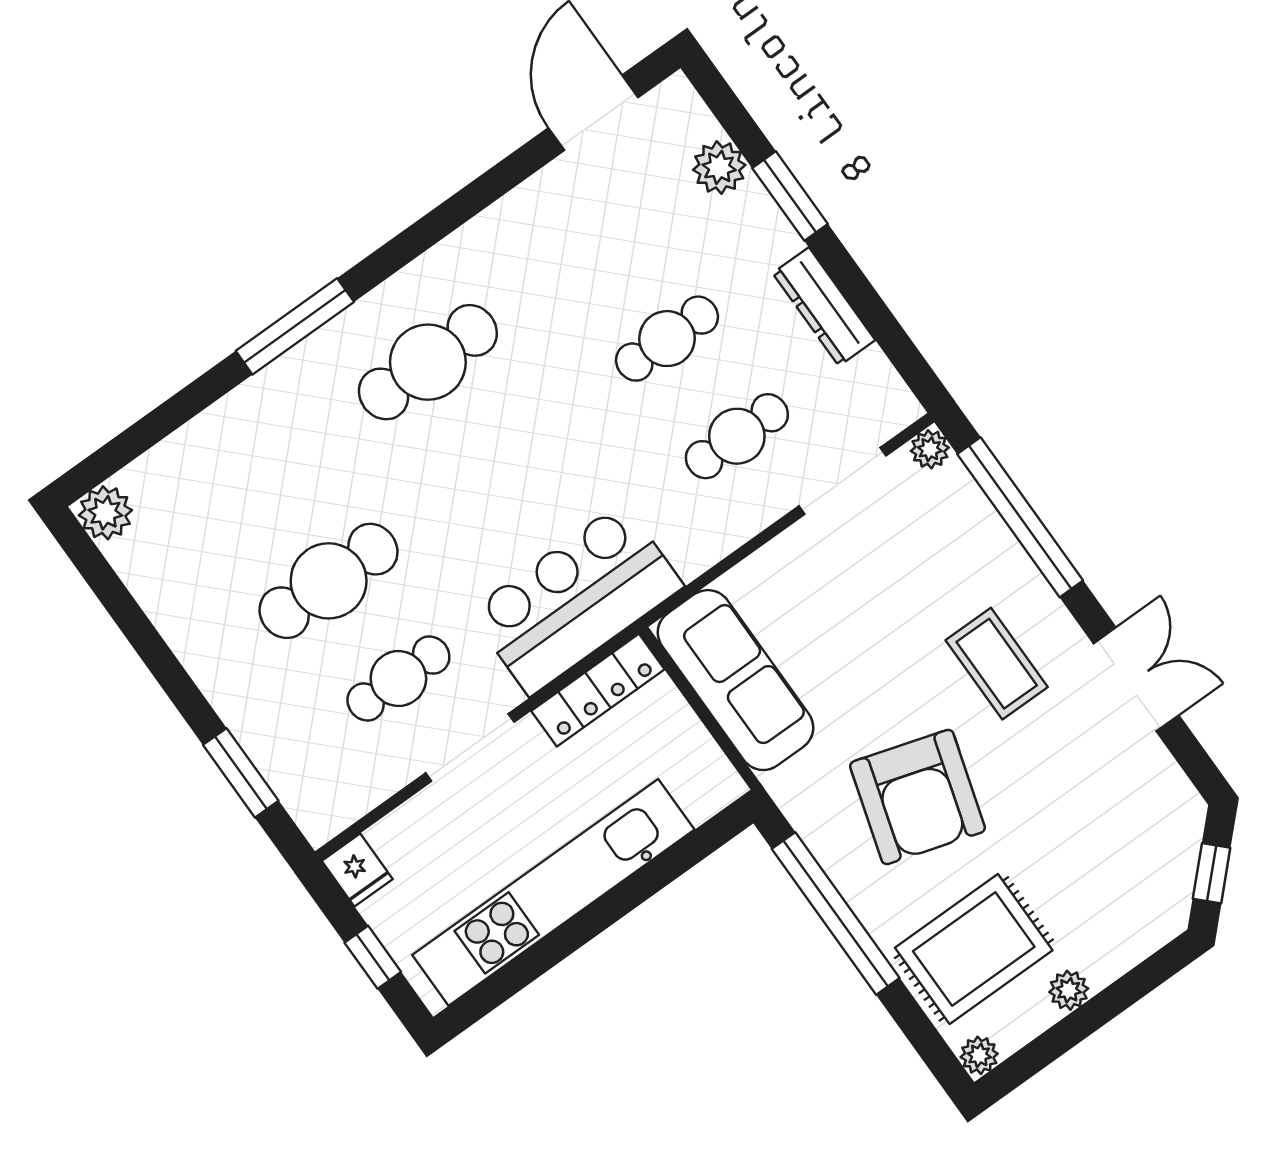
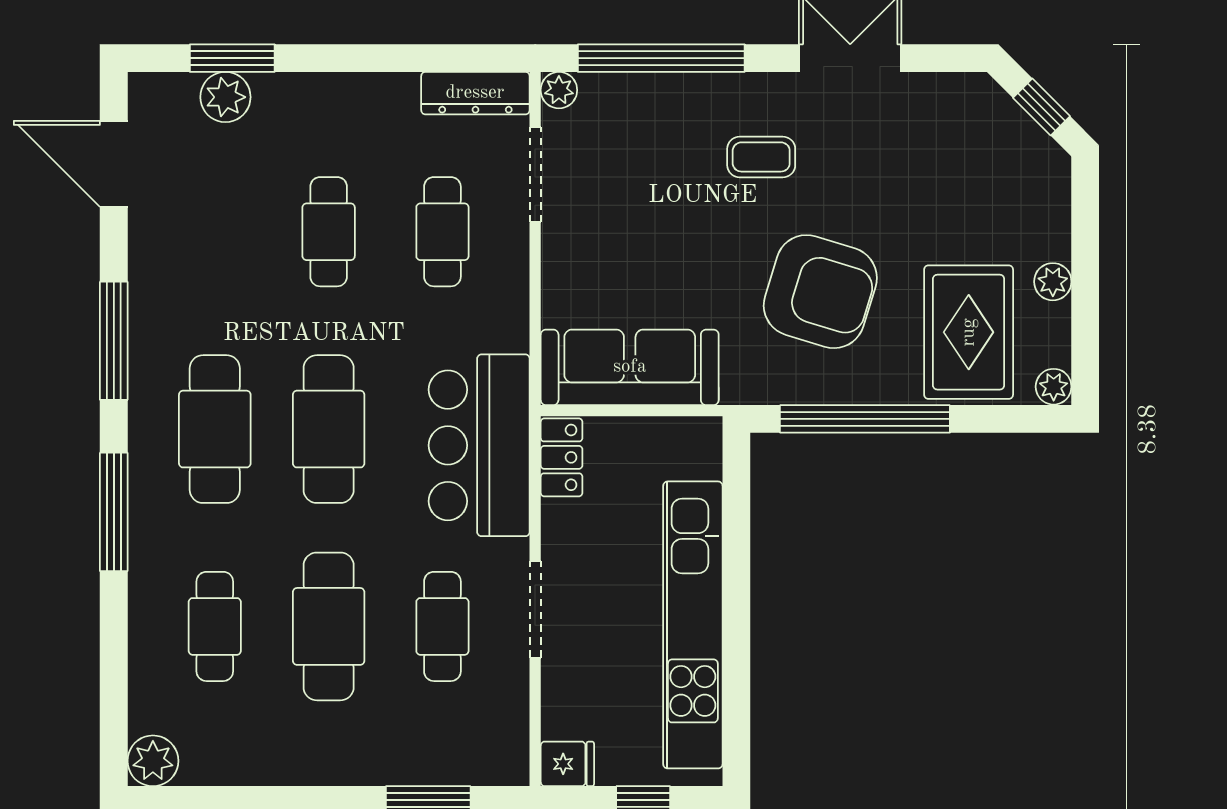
window: (790, 196) -> (232, 58), moved
window: (442, 221) -> (114, 341), added
dresser: (824, 307) -> (475, 93), moved
cafe table: (498, 460) -> (329, 429), added
cafe table: (259, 483) -> (215, 626), added
coffee table: (997, 664) -> (761, 157), width x0.73, depth x0.77
locker: (598, 690) -> (562, 457), width x0.66

